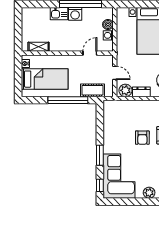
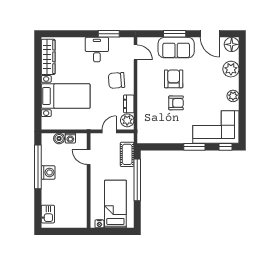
kitchen sink: (59, 14) -> (48, 214), moved
shelving: (39, 47) -> (82, 210), removed

